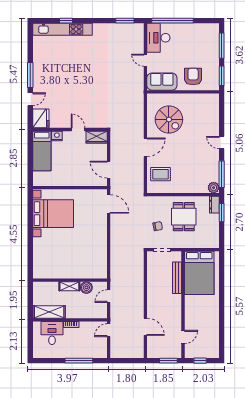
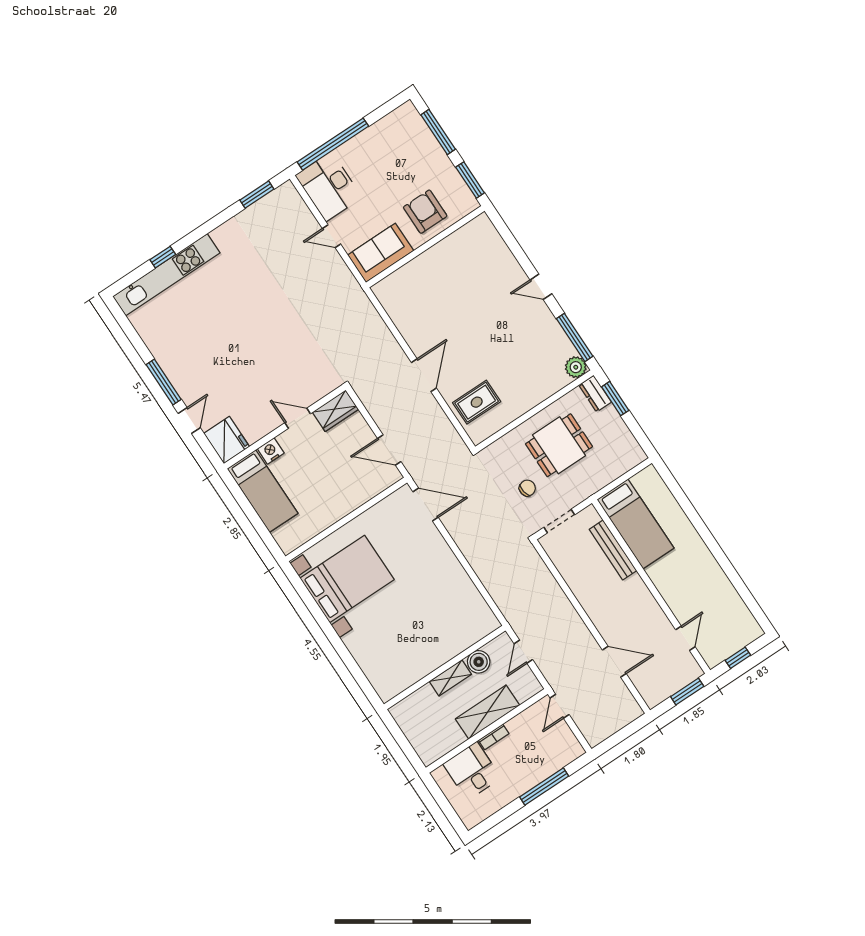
spiral stairs: (169, 119) -> (432, 306), removed
dining table: (184, 217) -> (559, 445), turned 90
bed: (199, 273) -> (635, 524), width x0.67
shelving: (49, 312) -> (487, 712), moved

